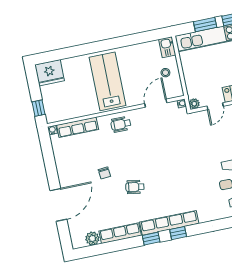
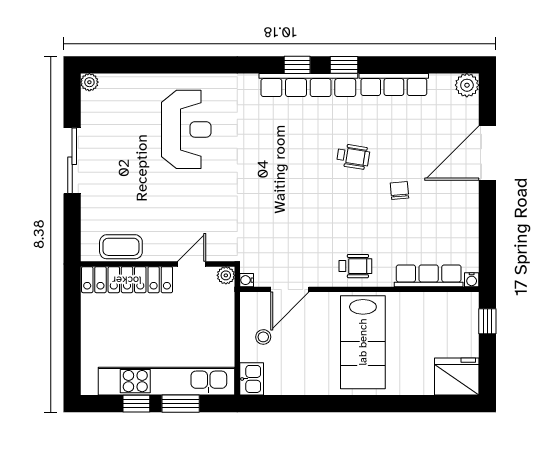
plant: (92, 238) -> (467, 85), moved

